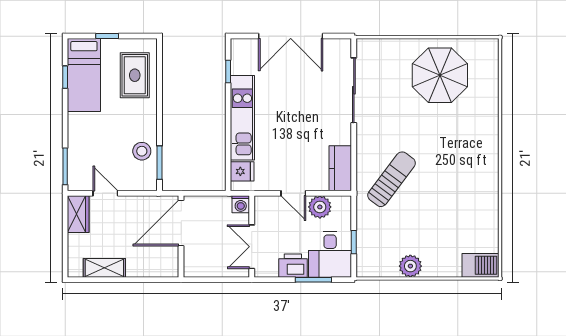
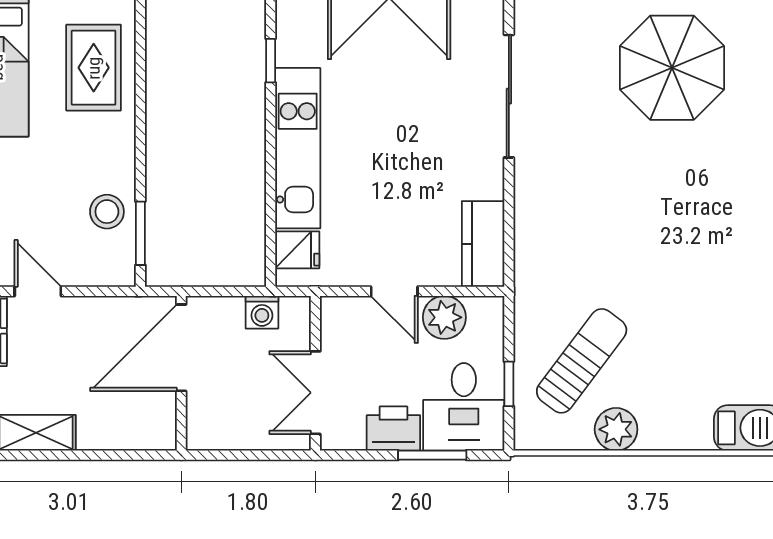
sun lounger: (392, 179) -> (582, 361), moved
washing machine: (241, 204) -> (262, 312), moved

